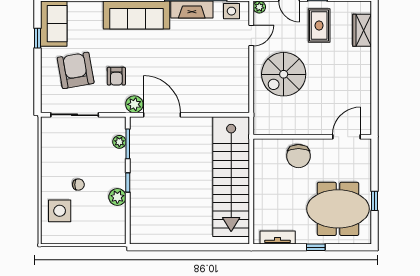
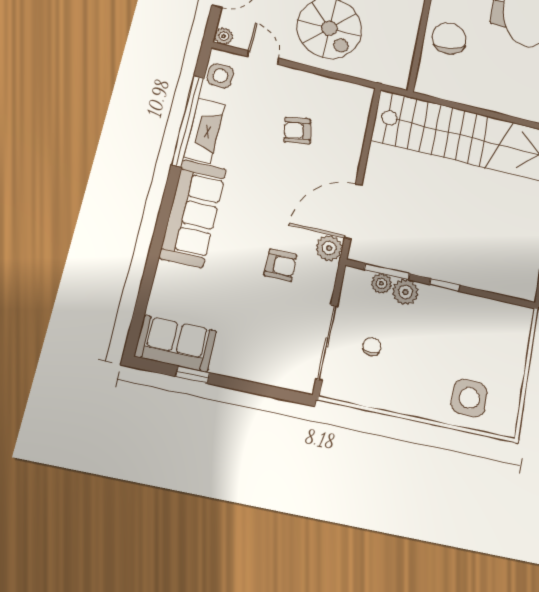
armchair: (76, 70) -> (297, 131), moved, width x0.53, depth x0.53
chair: (298, 156) -> (449, 38), turned -103
chair: (78, 185) -> (372, 347), moved
plant: (117, 197) -> (405, 292), moved

